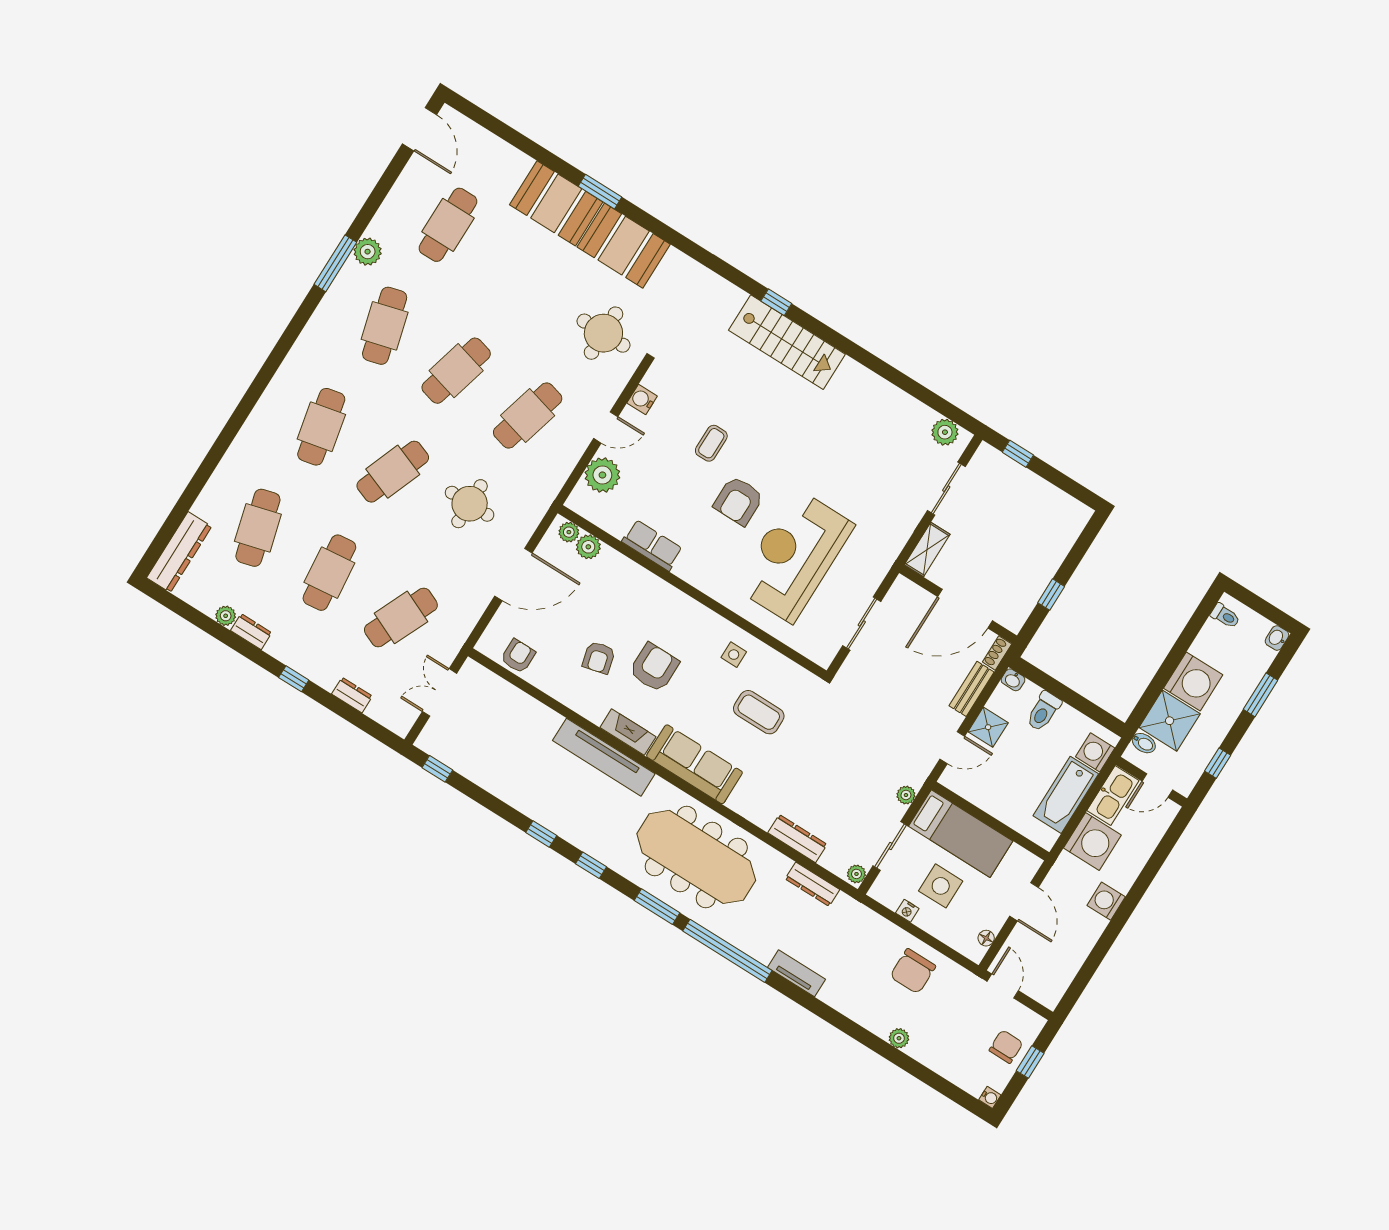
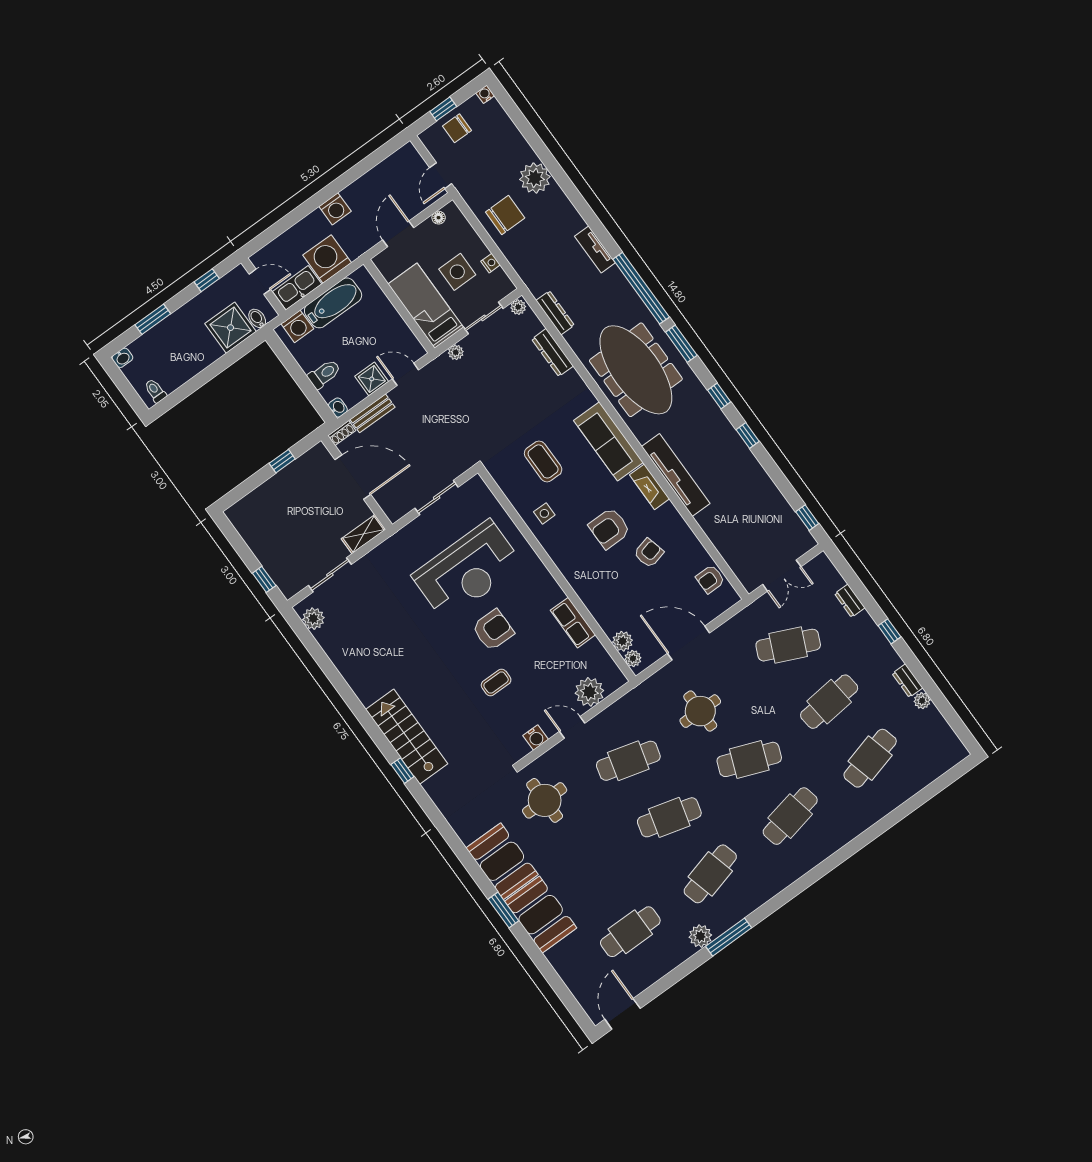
dresser: (179, 552) -> (938, 764), removed
washing machine: (1193, 682) -> (200, 350), removed
plant: (899, 1038) -> (535, 178), width x1.88, depth x1.88

